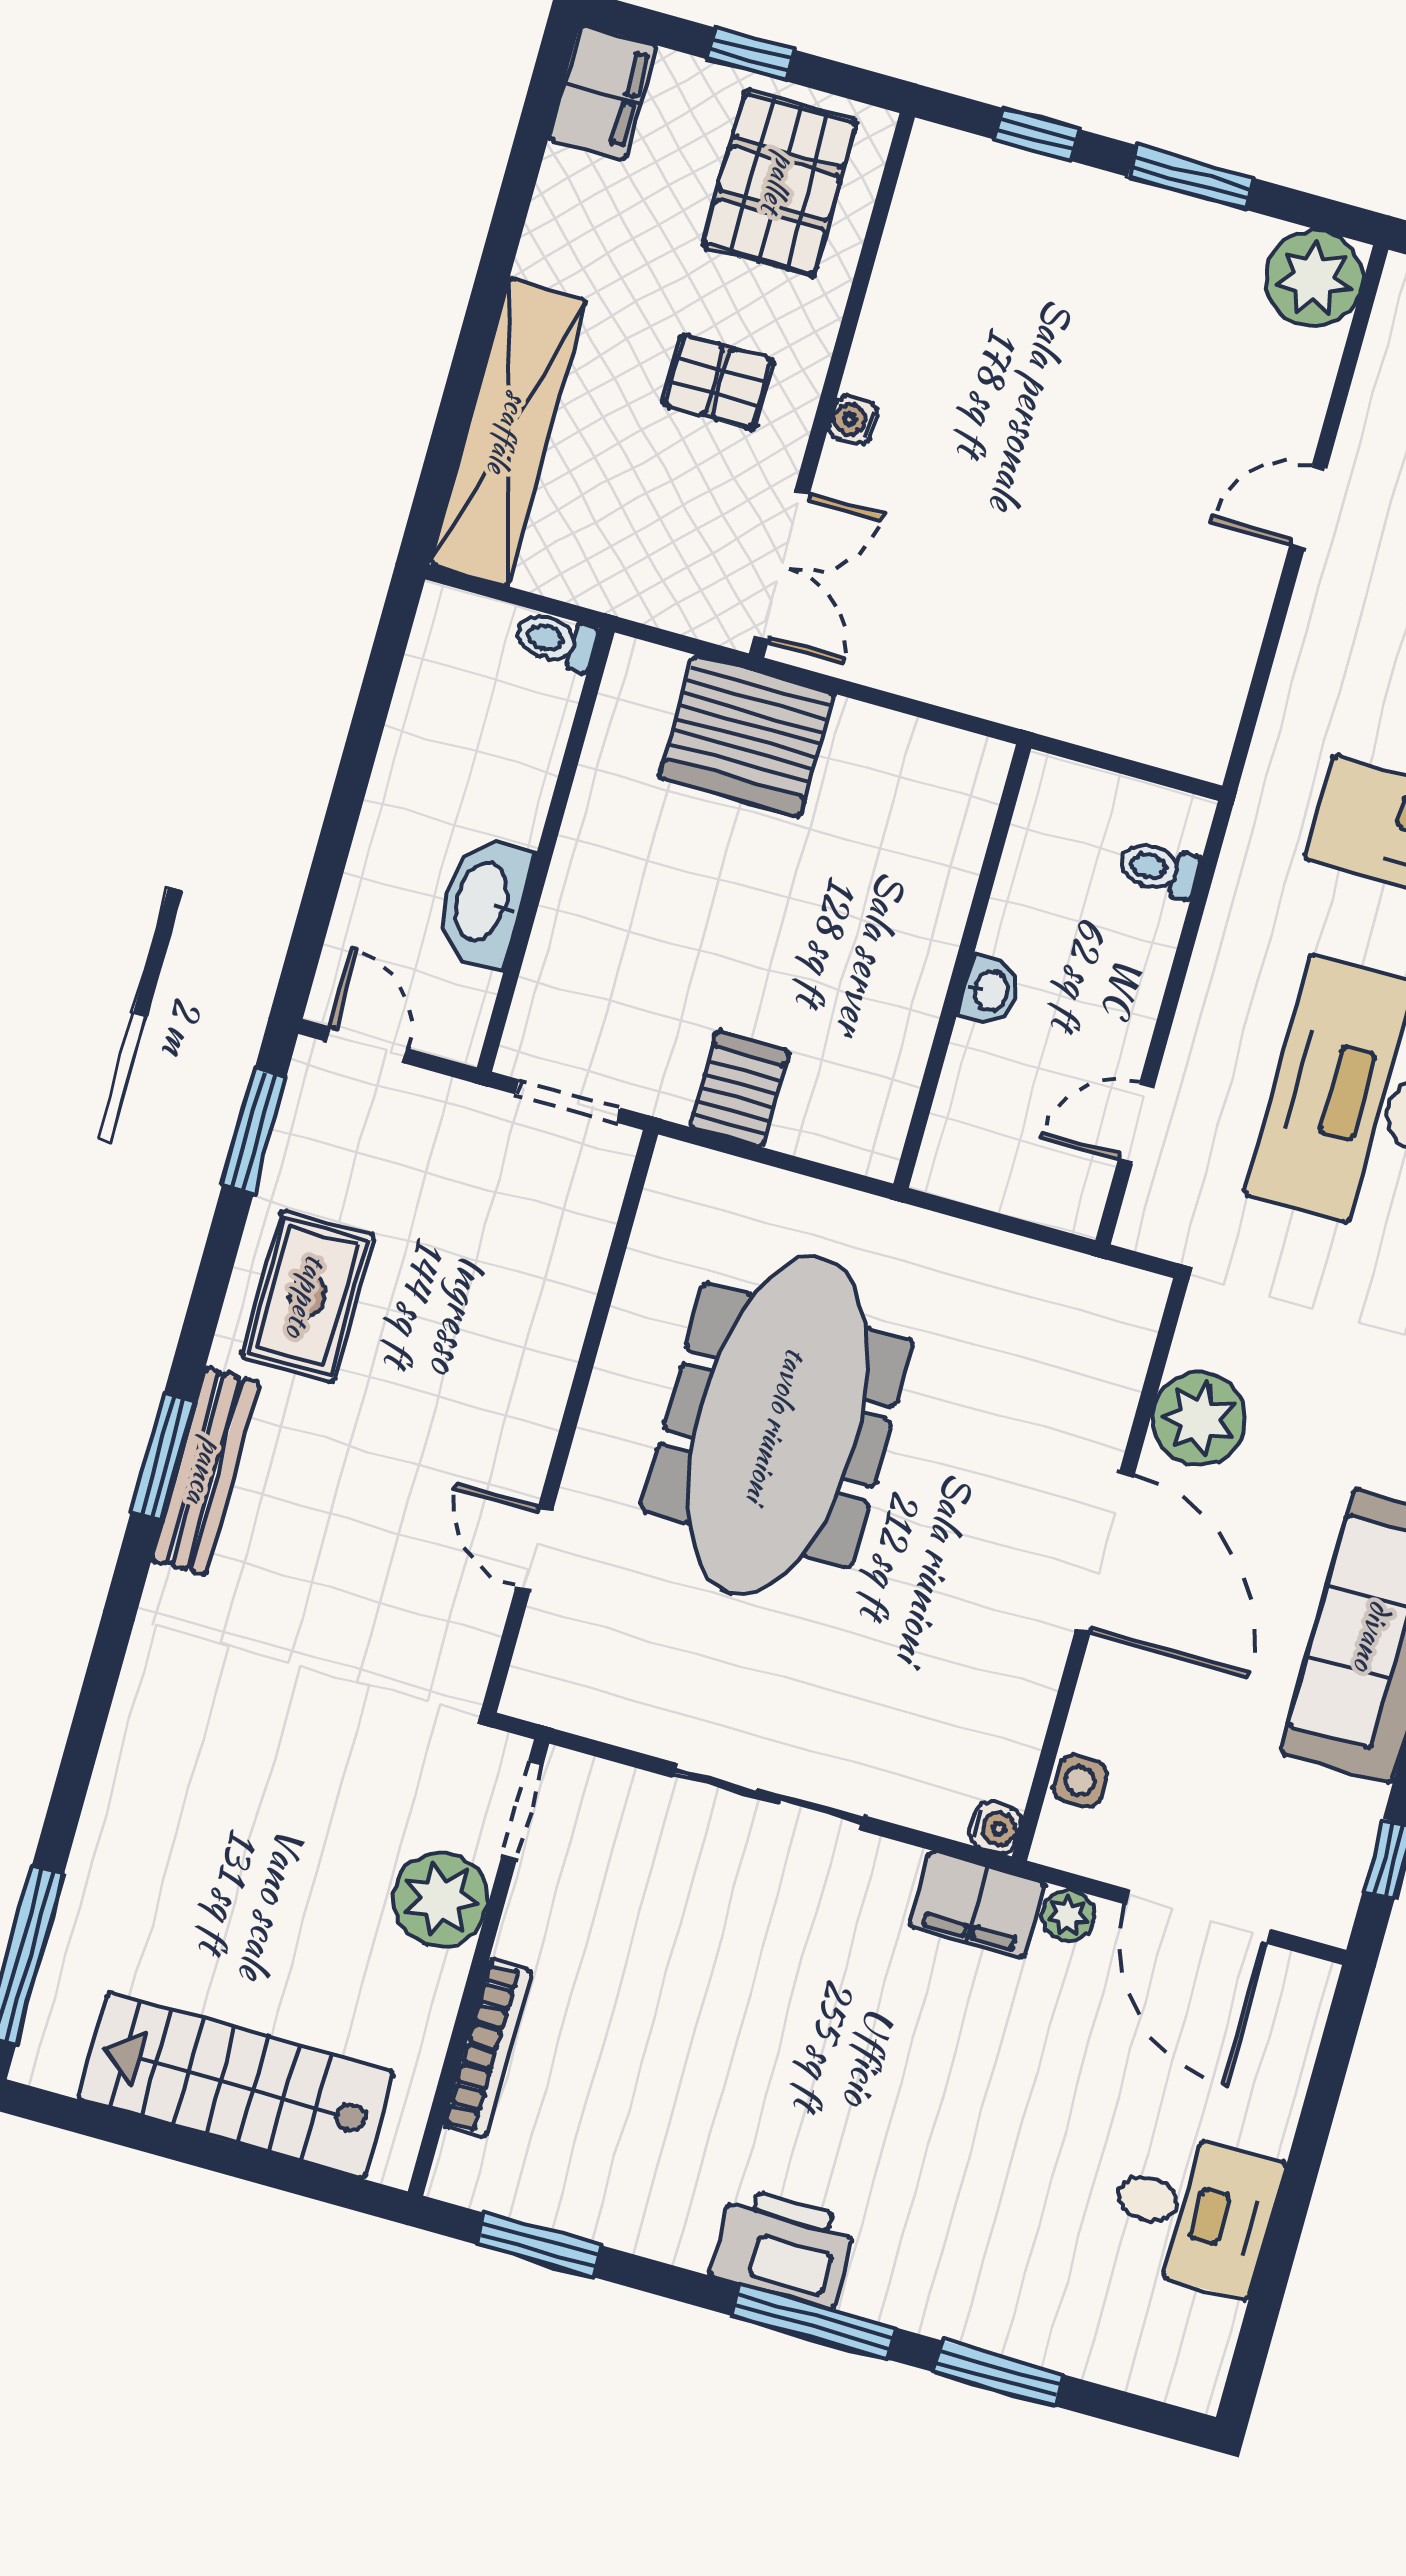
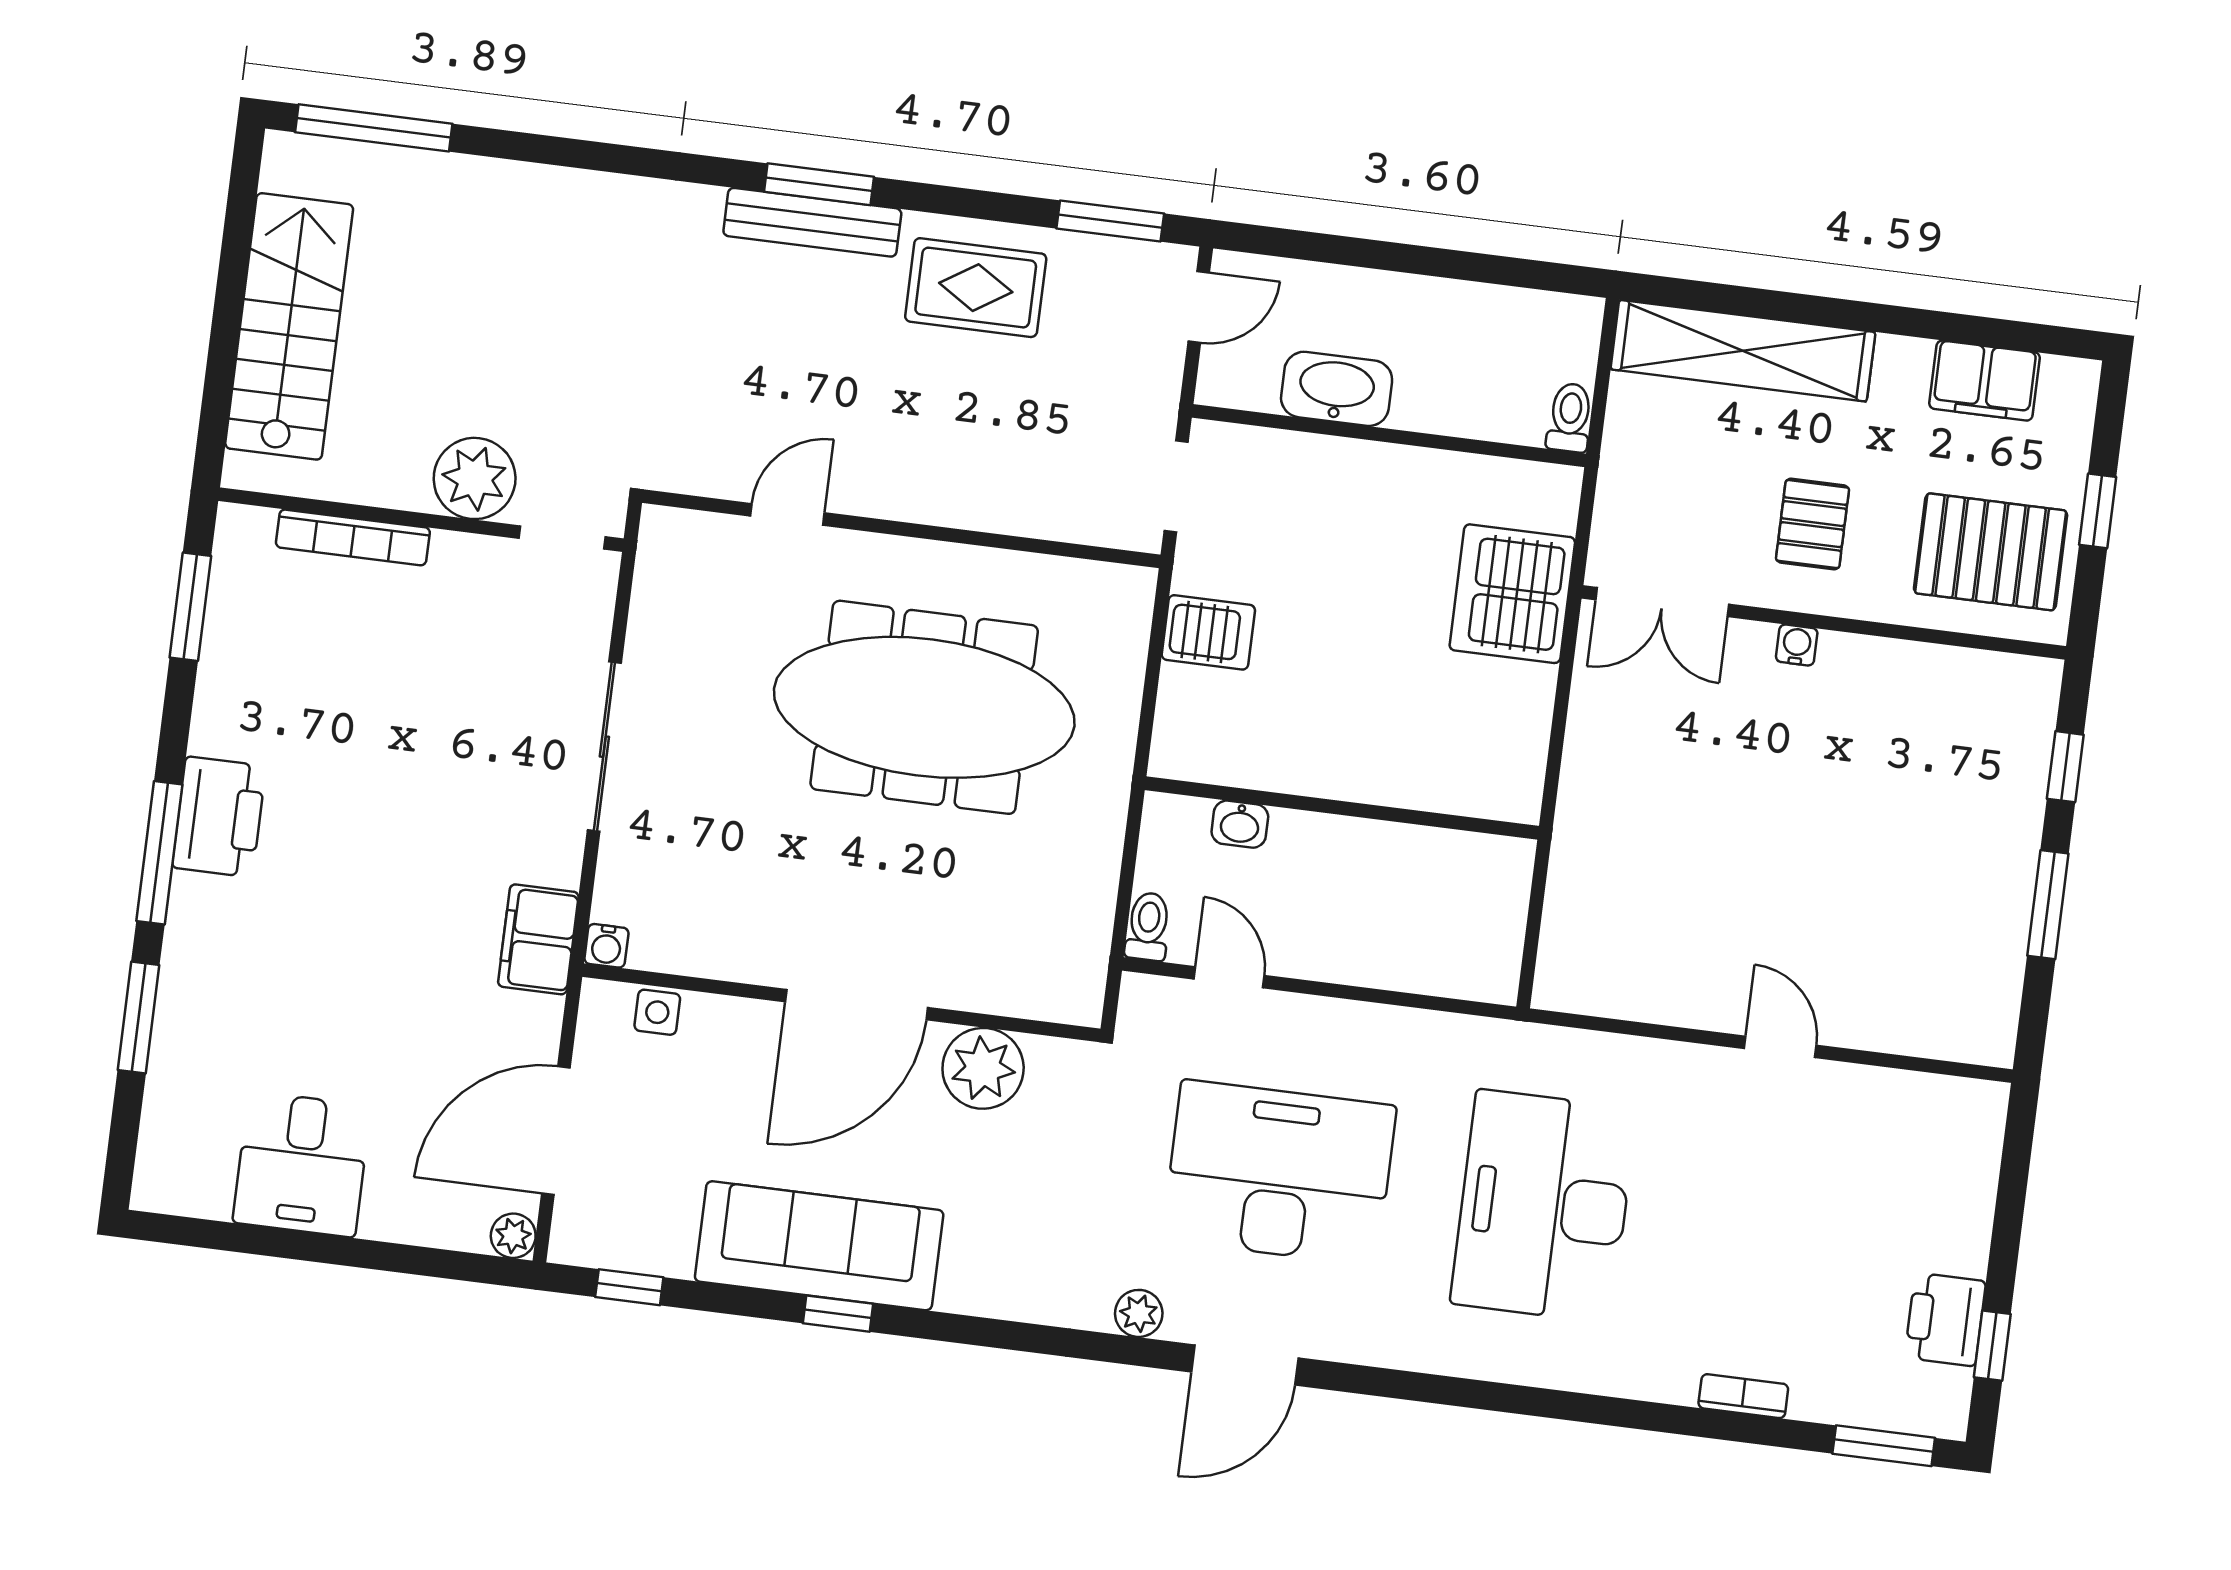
filing cabinet: (603, 92) -> (1985, 381), moved
plant: (1314, 279) -> (1977, 1023), removed
toilet: (1159, 869) -> (1148, 926), moved
washbasin: (990, 991) -> (1240, 824), moved
plant: (1068, 1915) -> (513, 1236), moved

